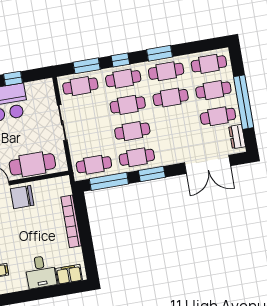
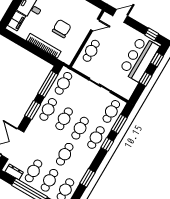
window: (160, 53) -> (88, 178), moved
cafe table: (166, 71) -> (81, 164), removed
cafe table: (32, 164) -> (91, 51), width x0.73, depth x0.74
chair: (22, 197) -> (62, 29), moved

